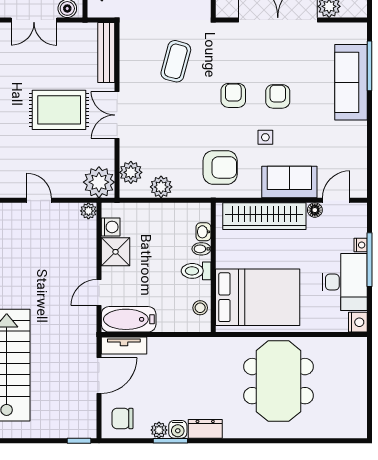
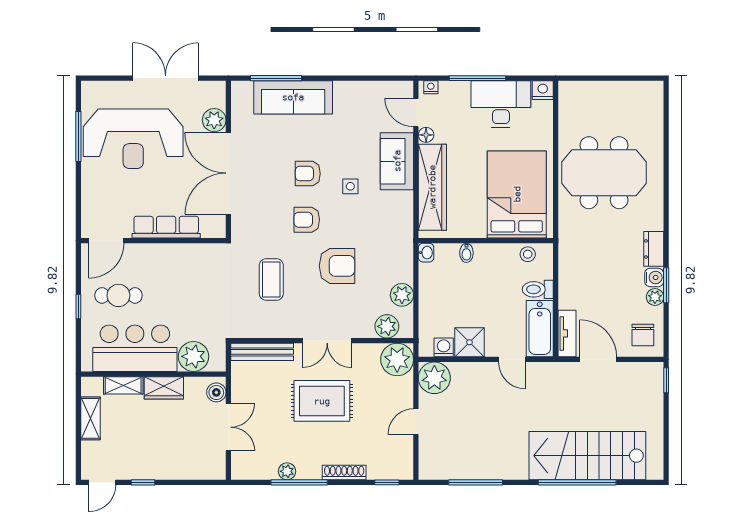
coffee table: (176, 61) -> (271, 280), turned 75
rug: (59, 110) -> (322, 401), turned 90
armchair: (220, 167) -> (337, 266), moved, turned 90
plant: (88, 211) -> (434, 378), width x1.87, depth x1.87
washbasin: (203, 232) -> (426, 253), moved, turned -90
nightstand: (361, 245) -> (431, 87), moved
toilet: (196, 271) -> (538, 289), moved, turned 90

